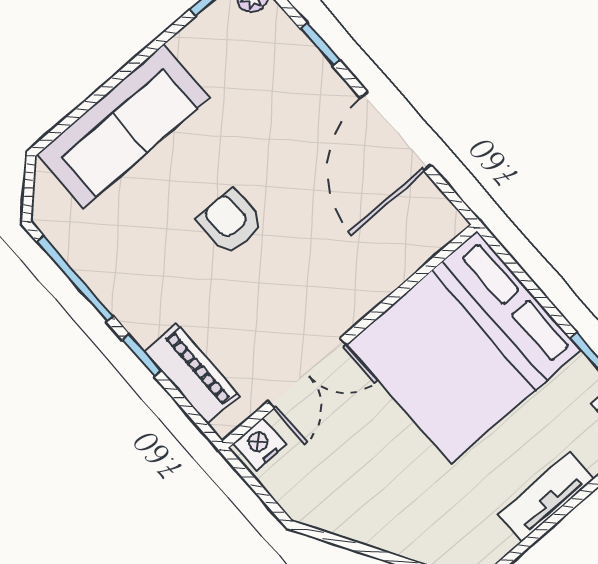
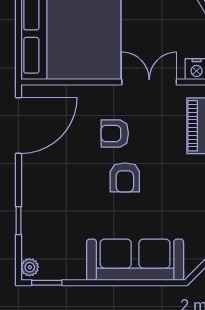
door: (396, 131) -> (18, 126), moved
armchair: (293, 267) -> (115, 133), added

